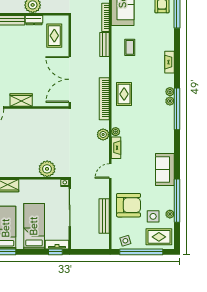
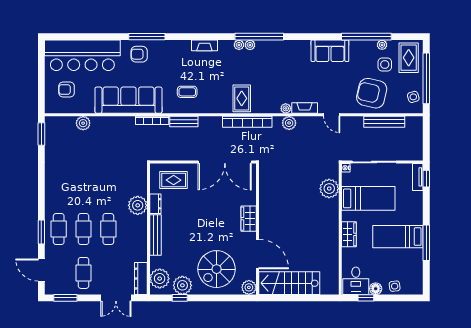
rug: (124, 94) -> (242, 98), turned 90
armchair: (129, 205) -> (372, 93), turned -77
bed: (34, 226) -> (368, 198), moved, turned 180

